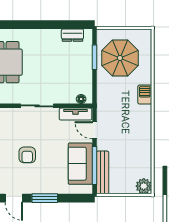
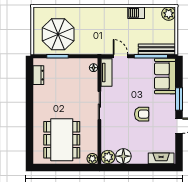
barbecue: (145, 95) -> (136, 13), moved
door: (94, 130) -> (120, 56), swing flipped
sofa: (80, 164) -> (165, 76), moved, turned 90

